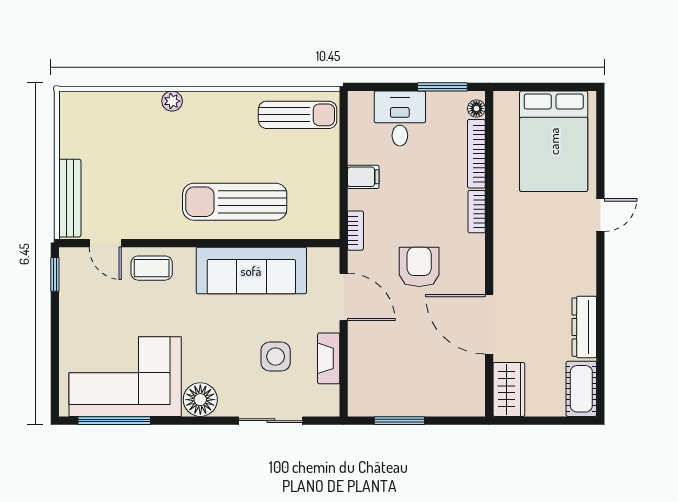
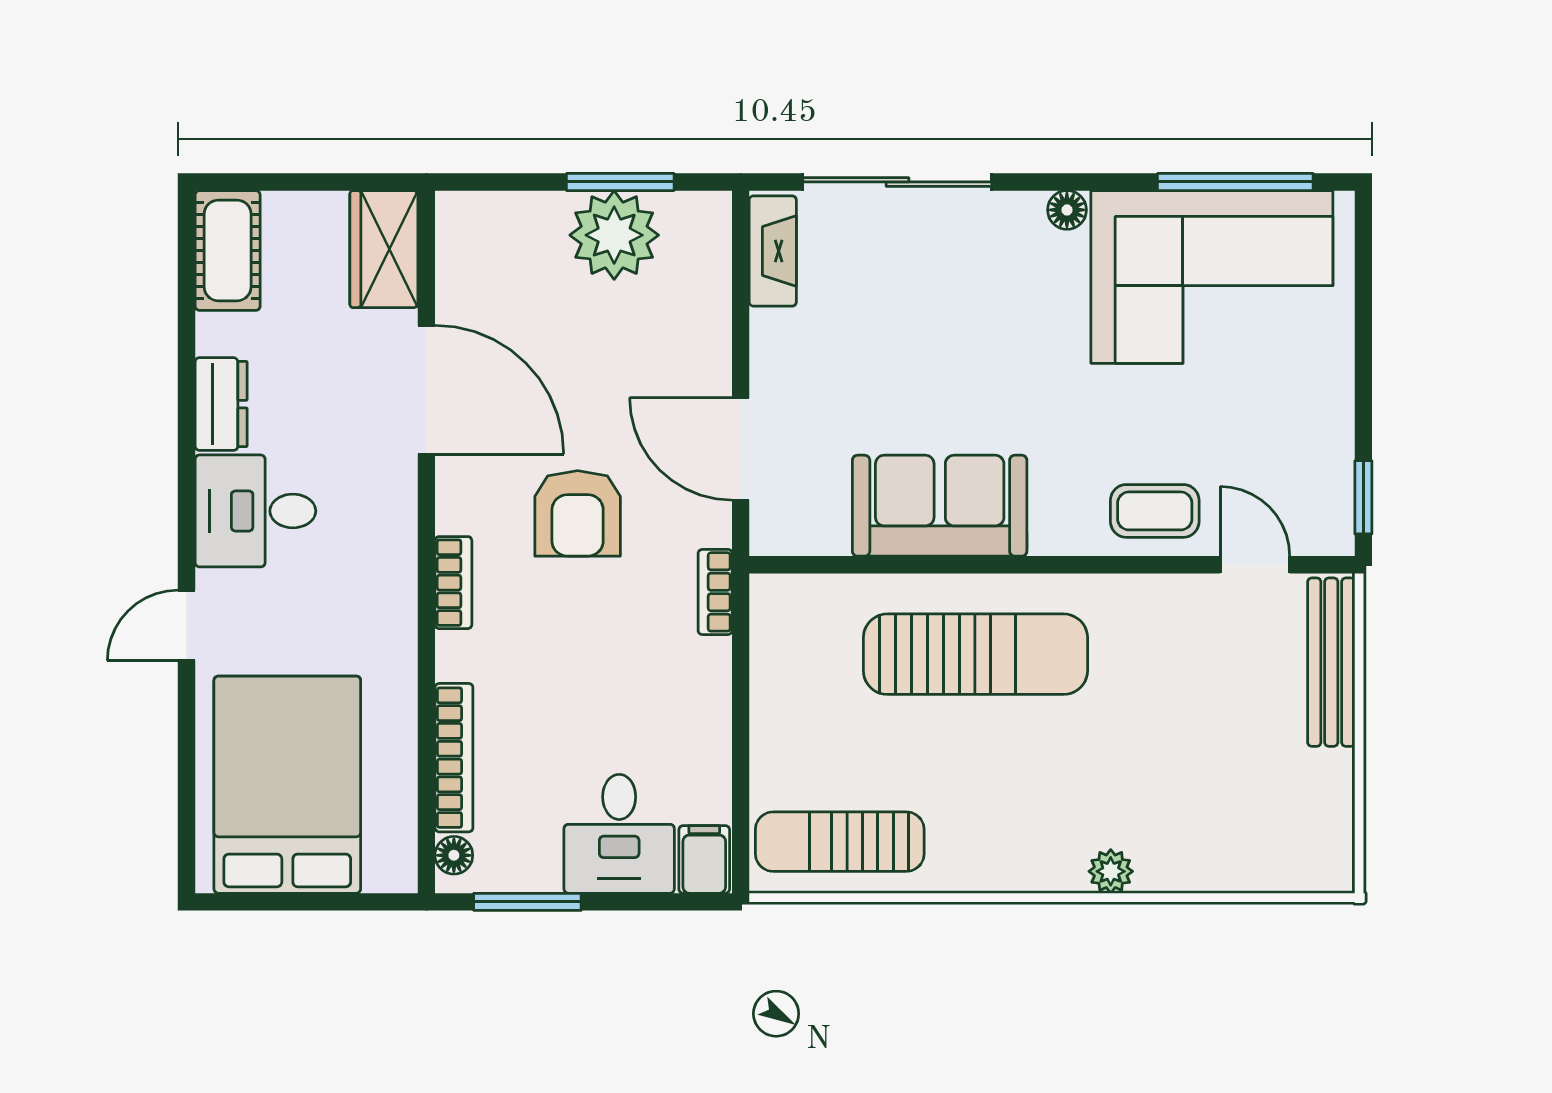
filing cabinet: (363, 177) -> (704, 859), moved, turned 90
bookcase: (477, 212) -> (453, 583), moved
desk: (568, 268) -> (255, 511), added
sofa: (251, 271) -> (940, 506), width x0.73
dresser: (584, 327) -> (221, 404), width x0.70
side table: (276, 357) -> (887, 320), removed
fireplace: (329, 358) -> (773, 251), moved
plant: (402, 396) -> (614, 235), added
floor lamp: (200, 400) -> (1067, 210), width x0.53, depth x0.53
sliding door: (271, 421) -> (897, 182), width x1.37

